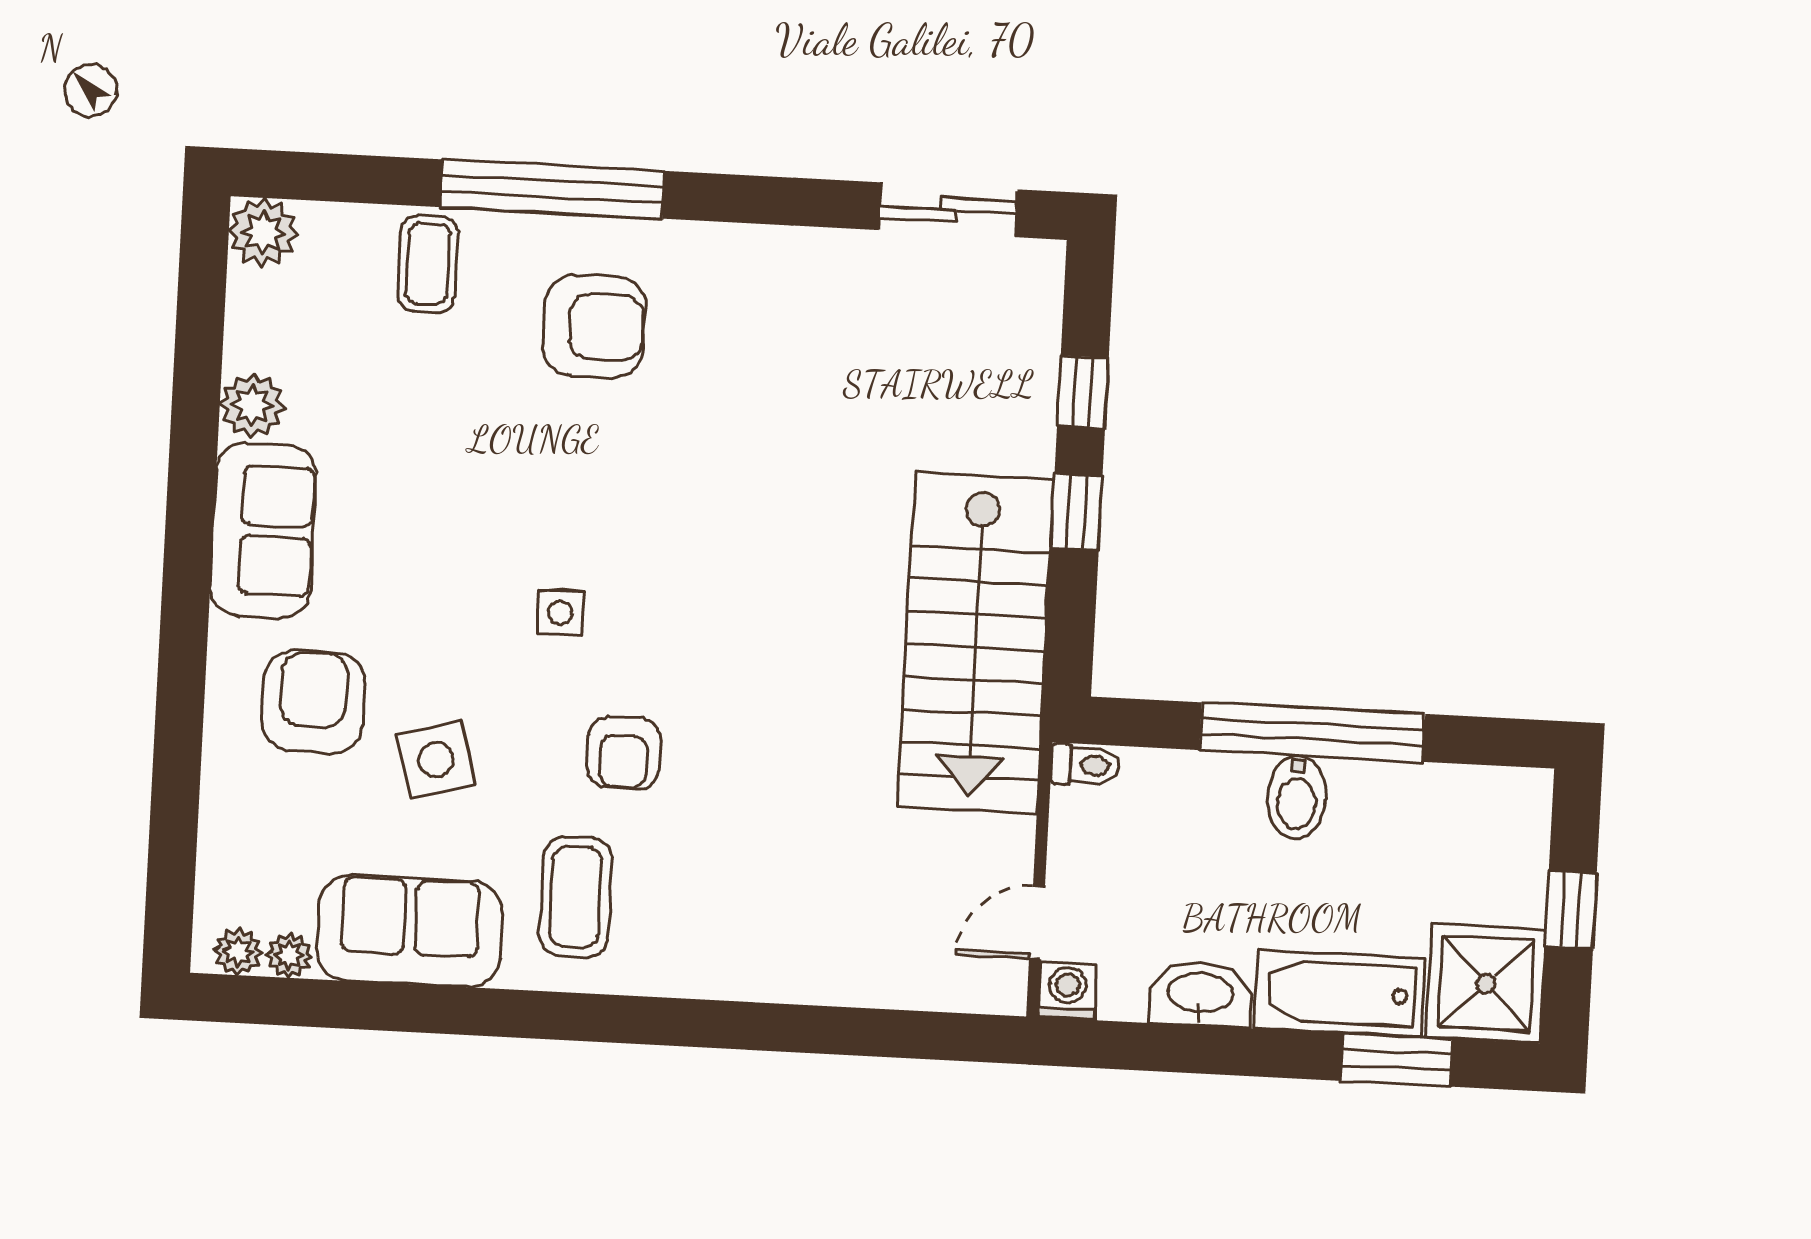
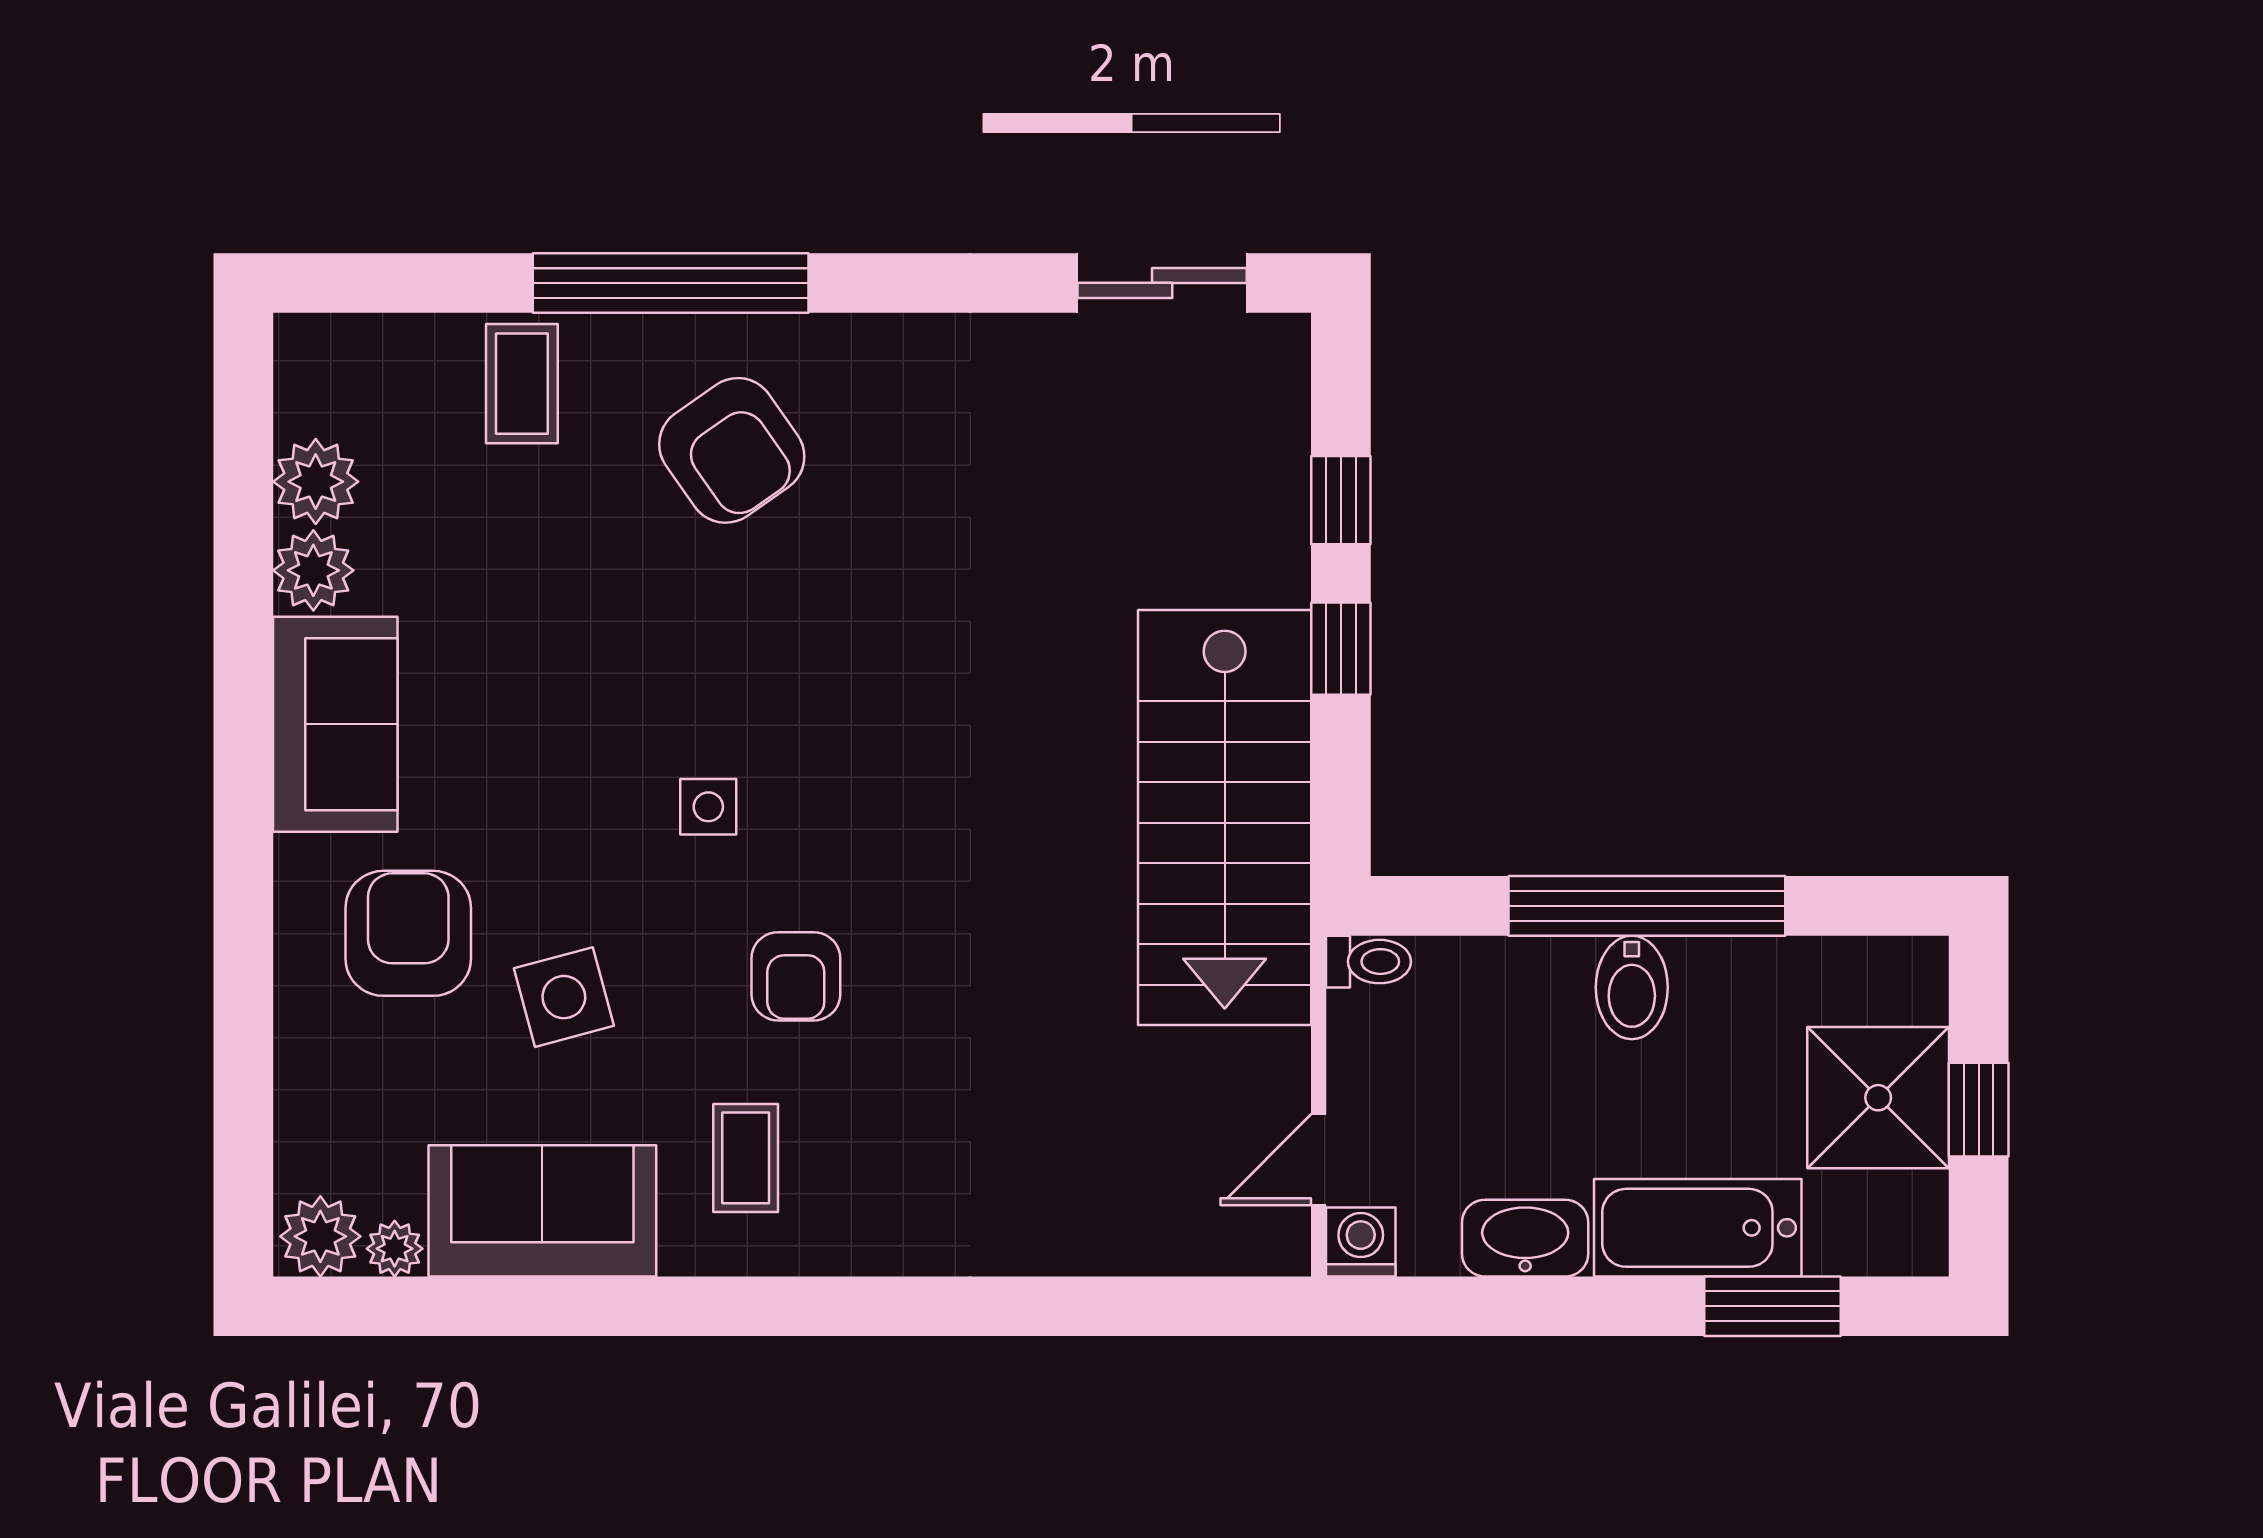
plant: (263, 232) -> (316, 482), moved
armchair: (594, 326) -> (732, 450), turned 55
coffee table: (576, 897) -> (746, 1158), width x0.73, depth x0.77
plant: (238, 952) -> (320, 1236), width x1.38, depth x1.38
shower: (1486, 983) -> (1878, 1098), moved

